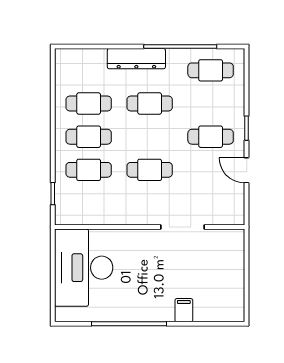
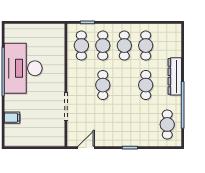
cafe table: (211, 137) -> (81, 46), moved
door: (247, 170) -> (86, 148), moved
desk: (84, 268) -> (23, 68), moved, turned -90
filing cabinet: (184, 310) -> (12, 118), moved

